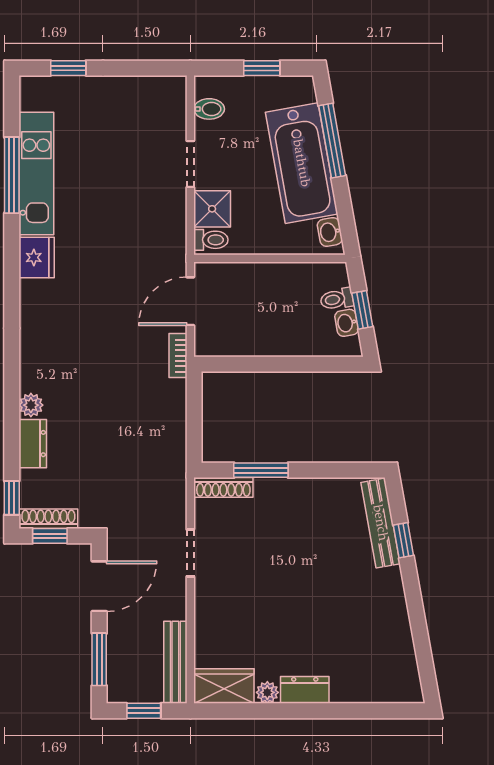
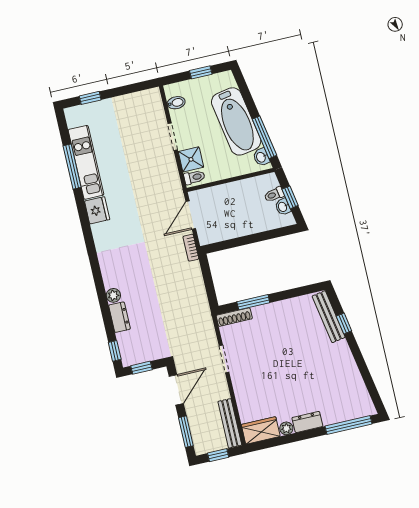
window: (332, 141) -> (264, 137), moved
shoe rack: (48, 519) -> (138, 358), removed
window: (372, 711) -> (348, 425), added

